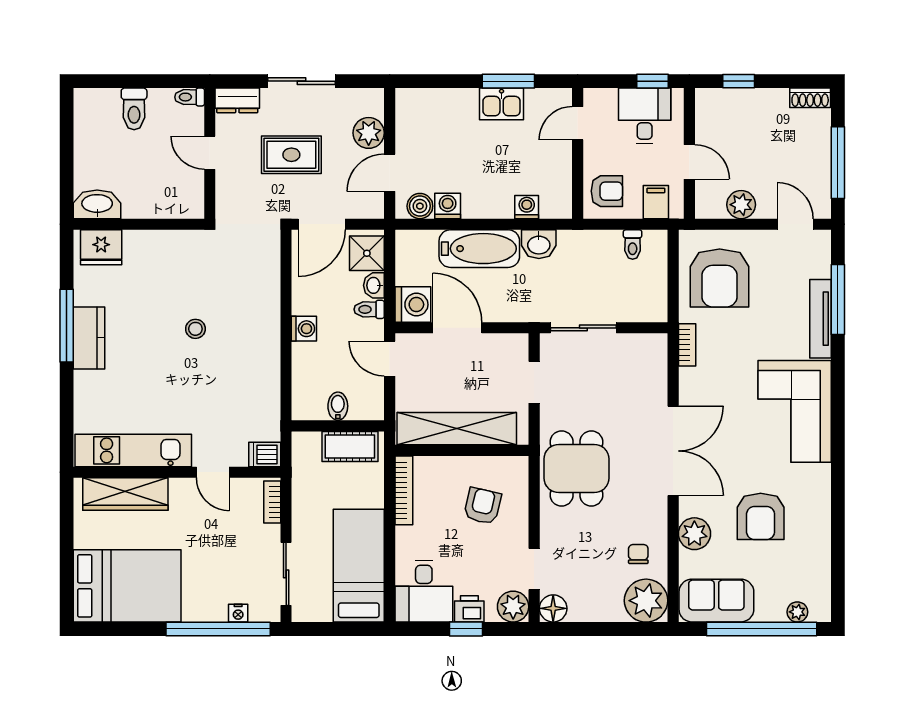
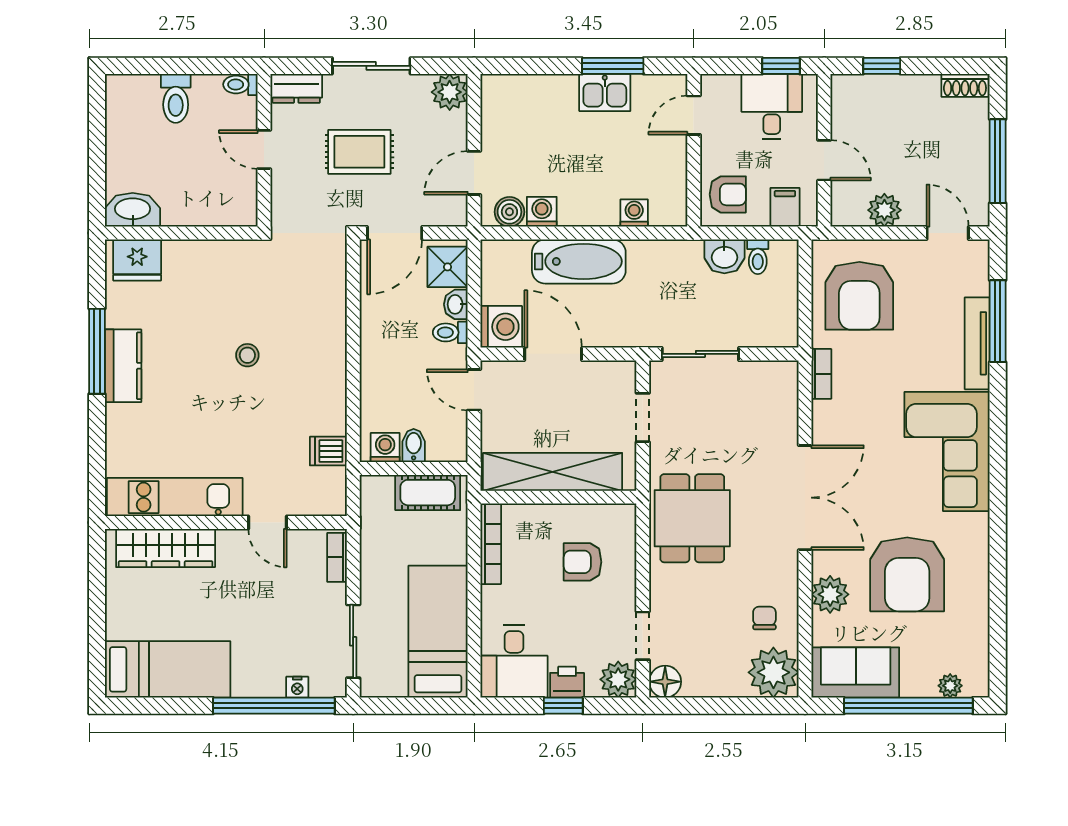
plant: (369, 133) -> (450, 92), moved
washbasin: (539, 244) -> (724, 256), moved
washing machine: (304, 329) -> (385, 448), moved, turned -90
dishwasher: (265, 454) -> (328, 451), moved
armchair: (482, 506) -> (582, 562), turned -103
armchair: (761, 516) -> (907, 574), width x1.36, depth x1.36
bed: (127, 586) -> (168, 669), width x0.67

